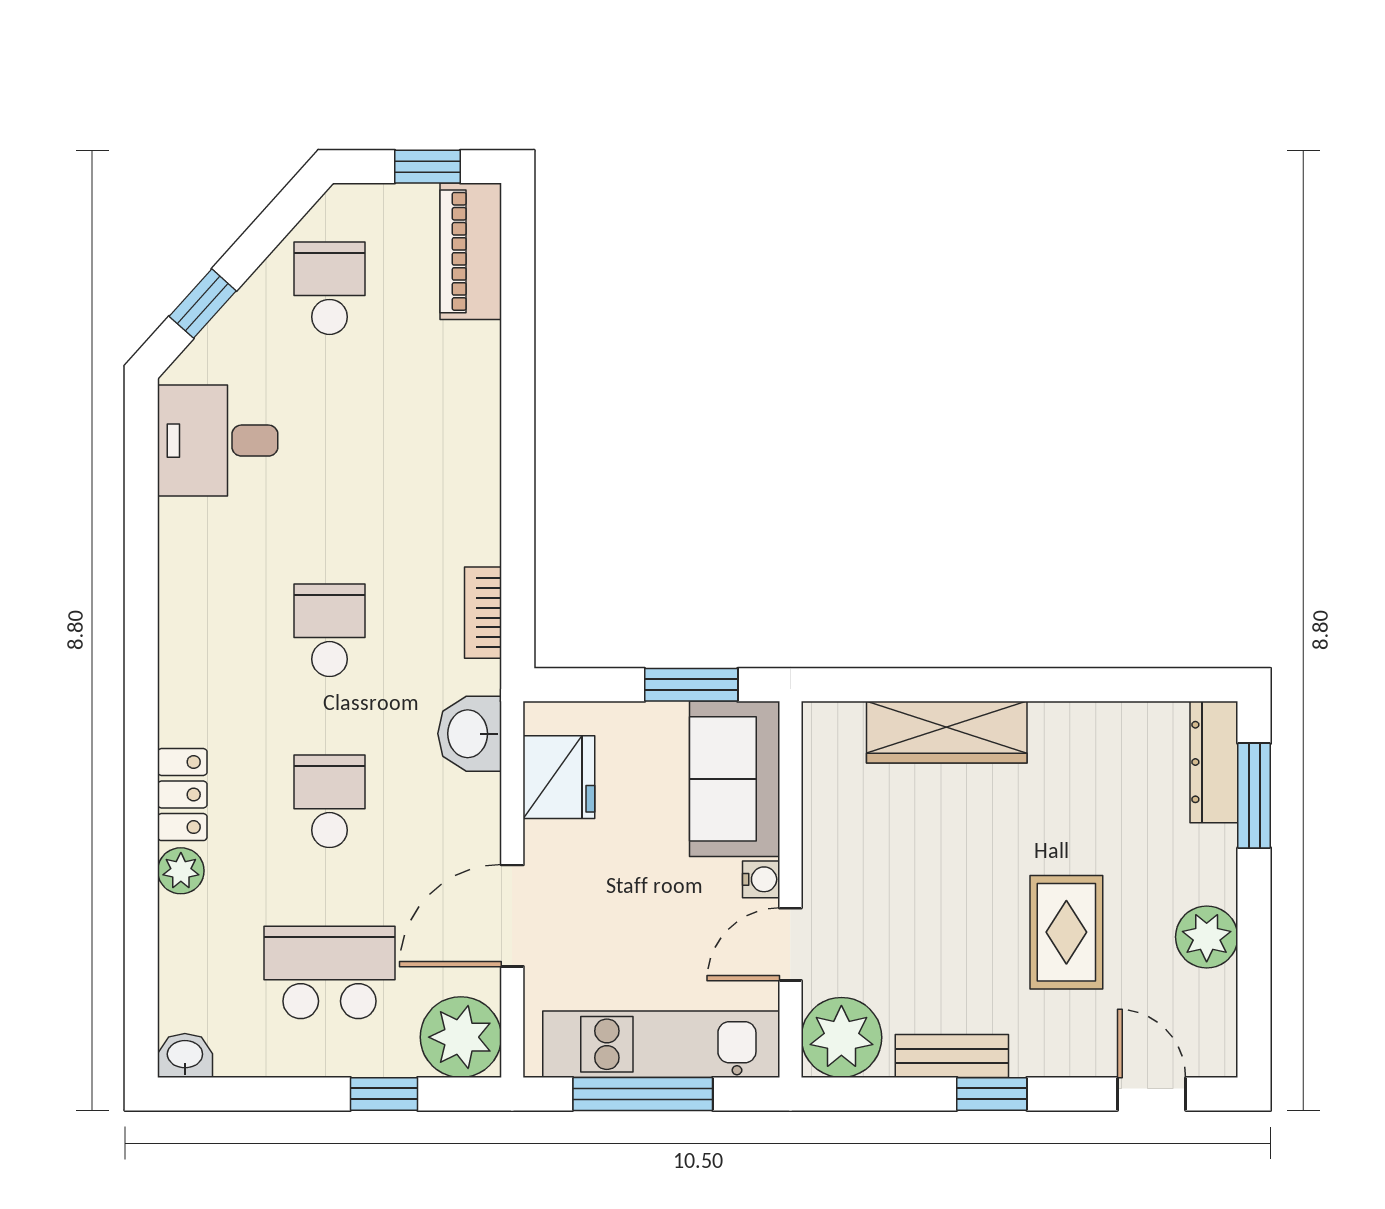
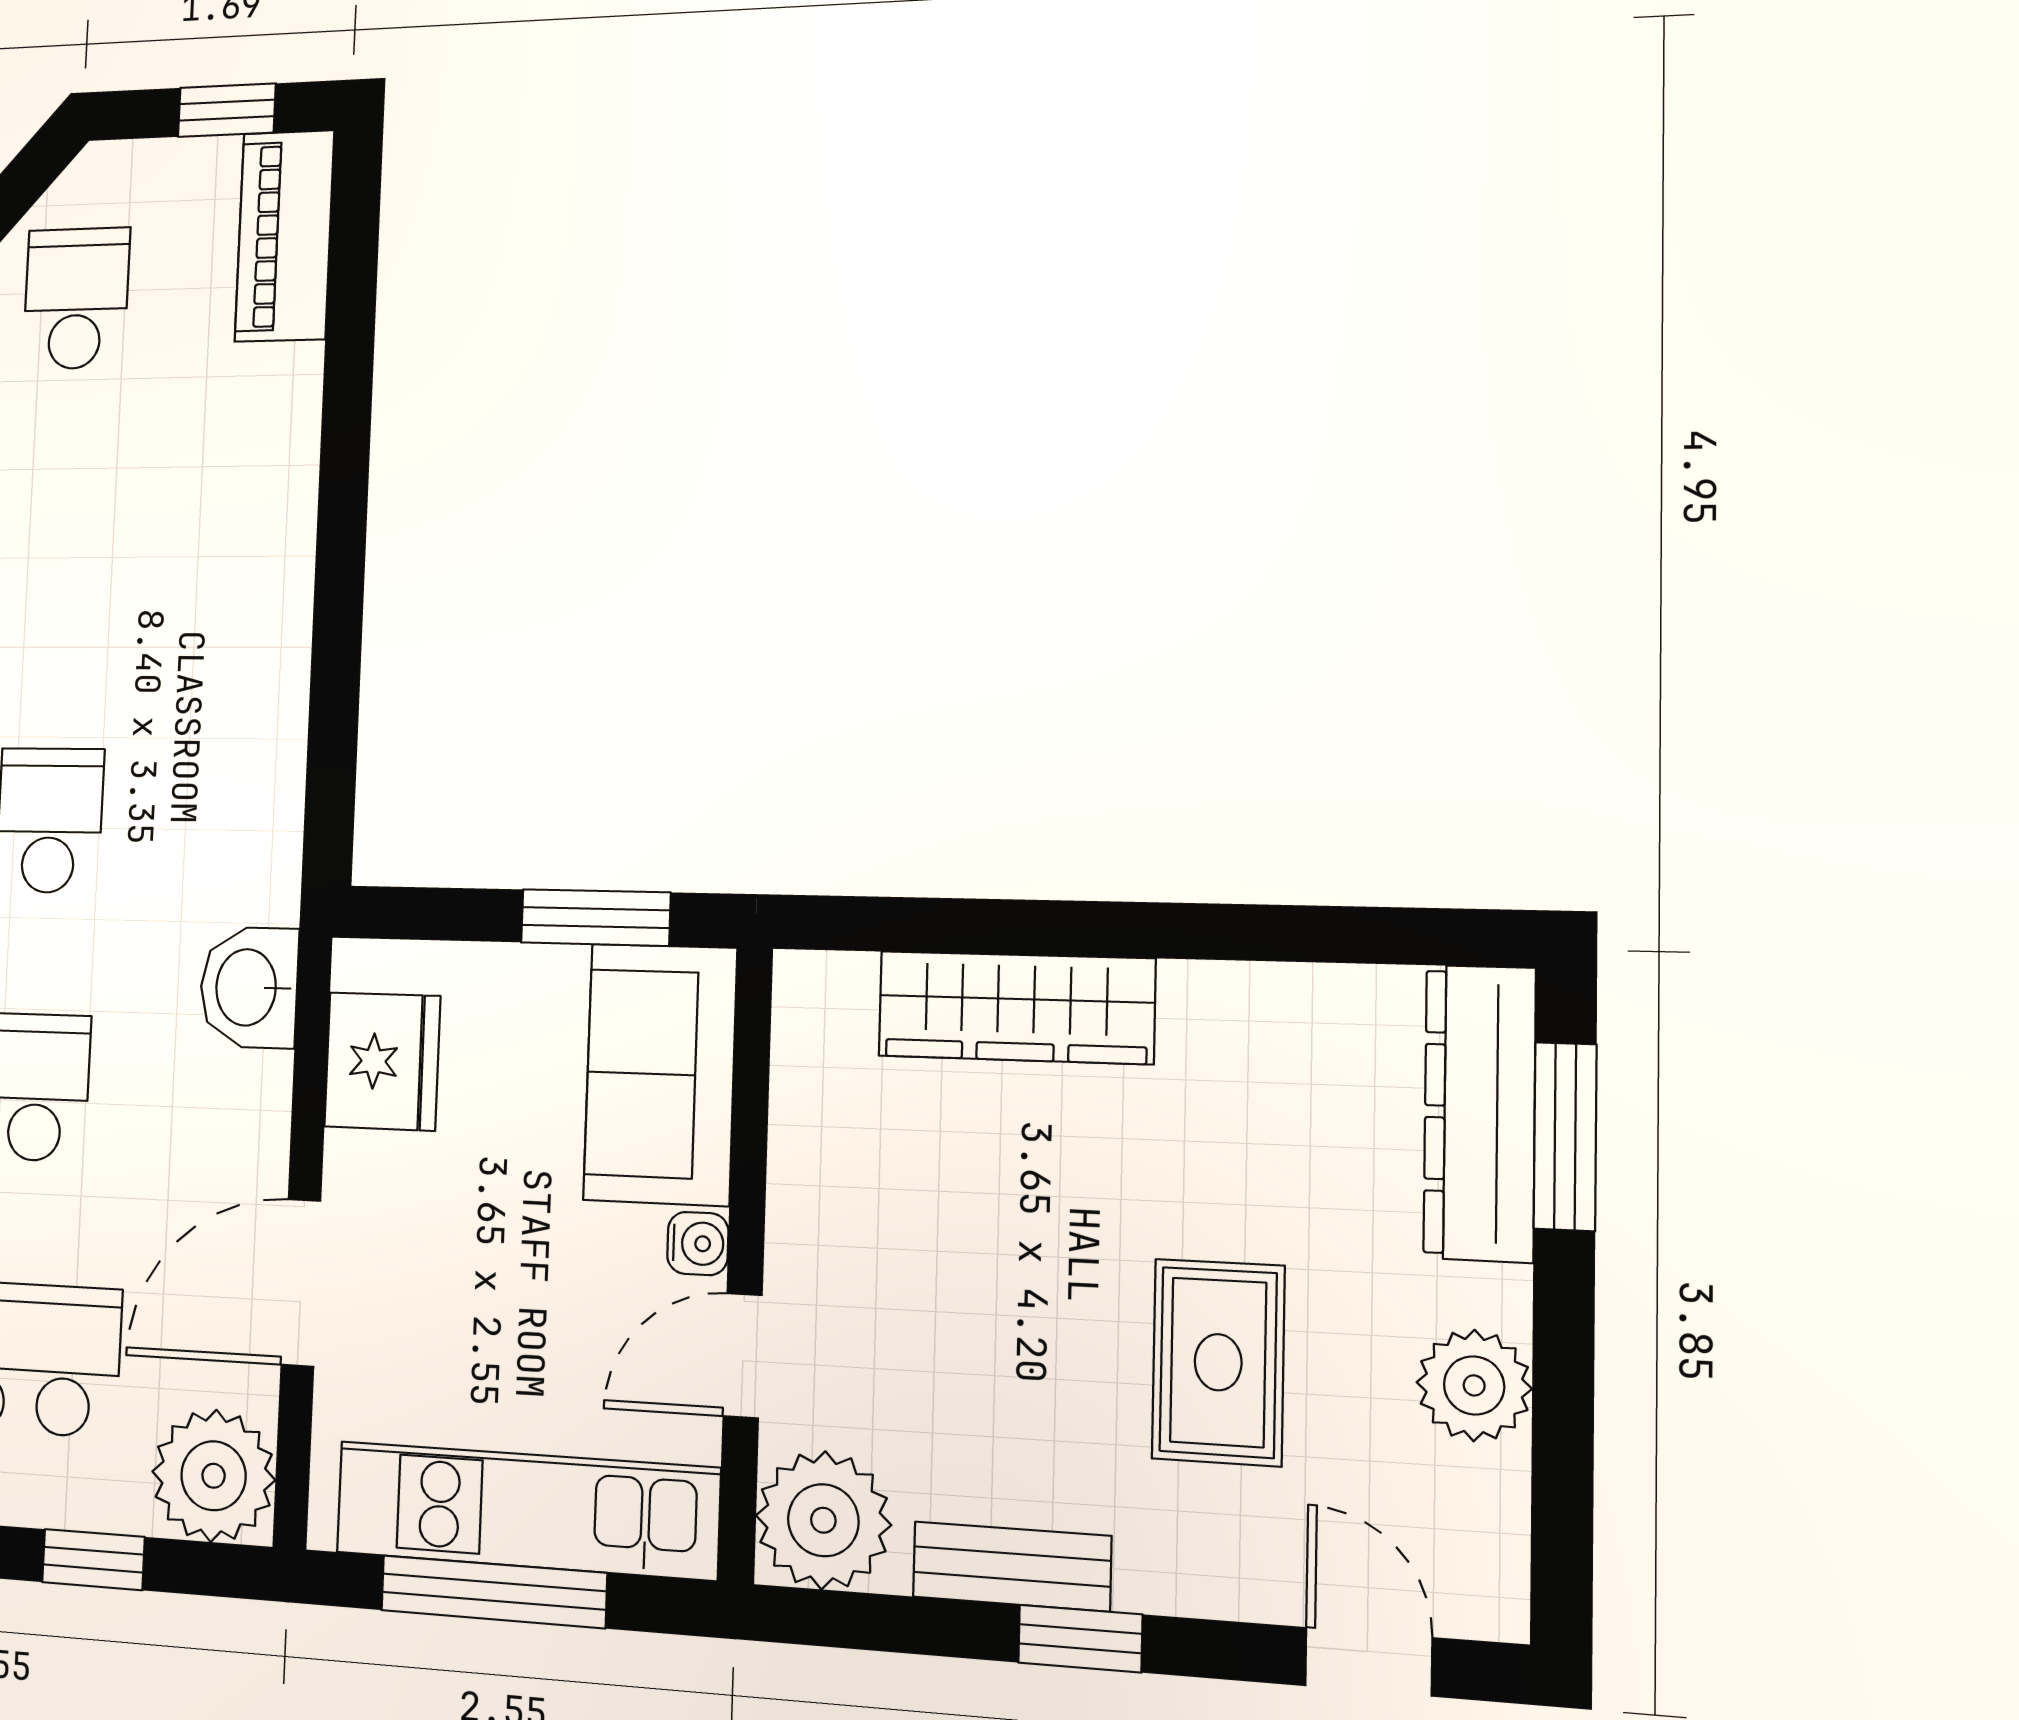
bookcase: (483, 613) -> (278, 796), removed
dresser: (1214, 762) -> (1480, 1113), width x1.37, depth x1.24

